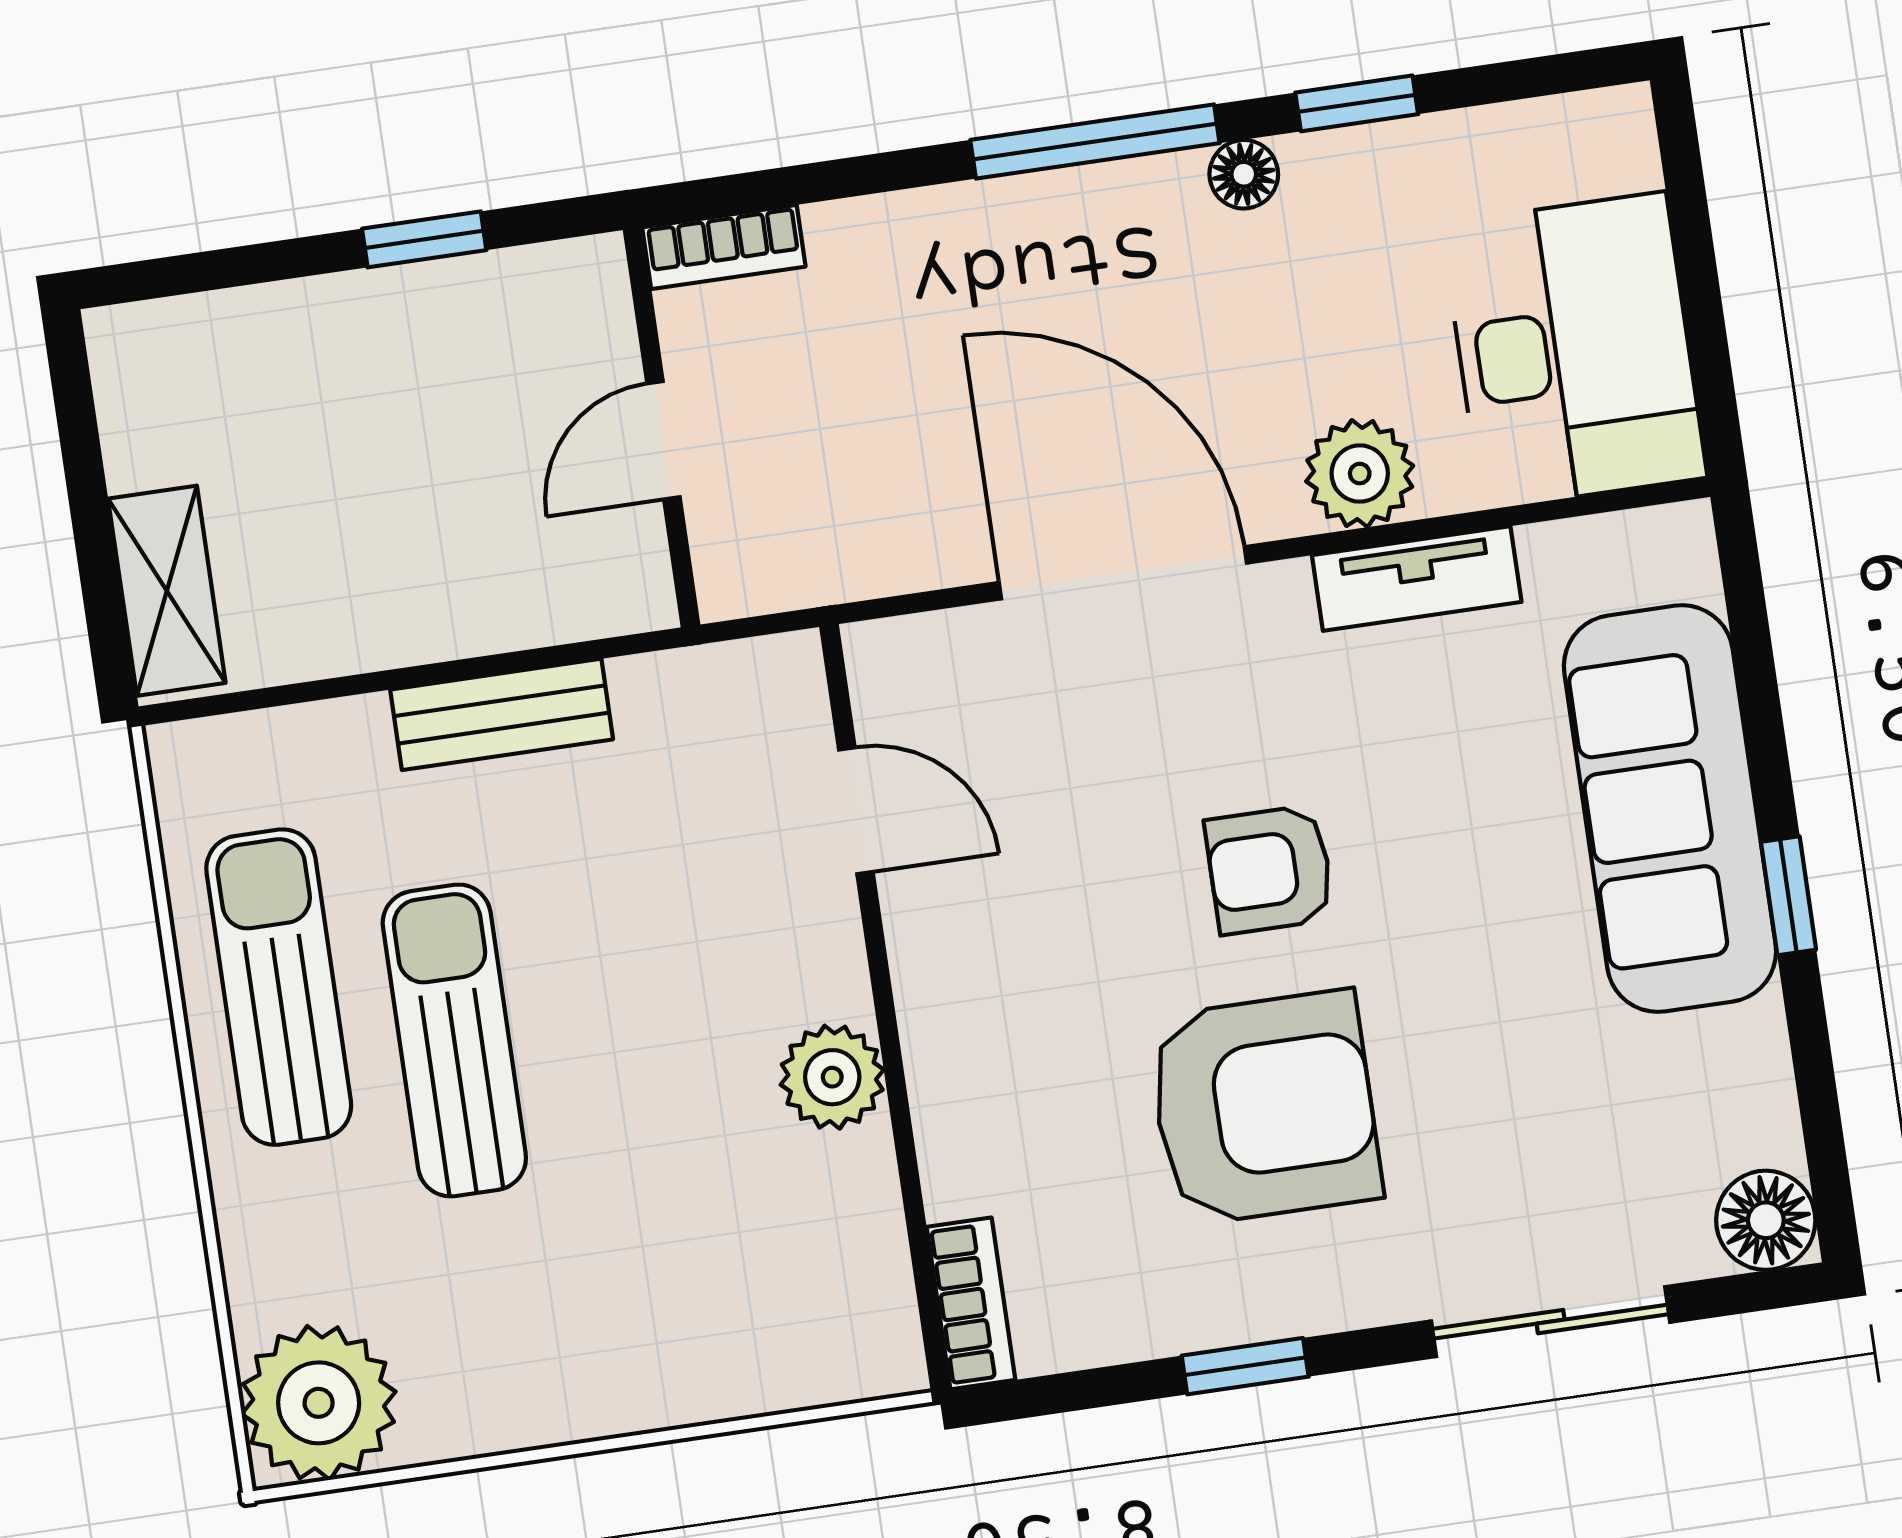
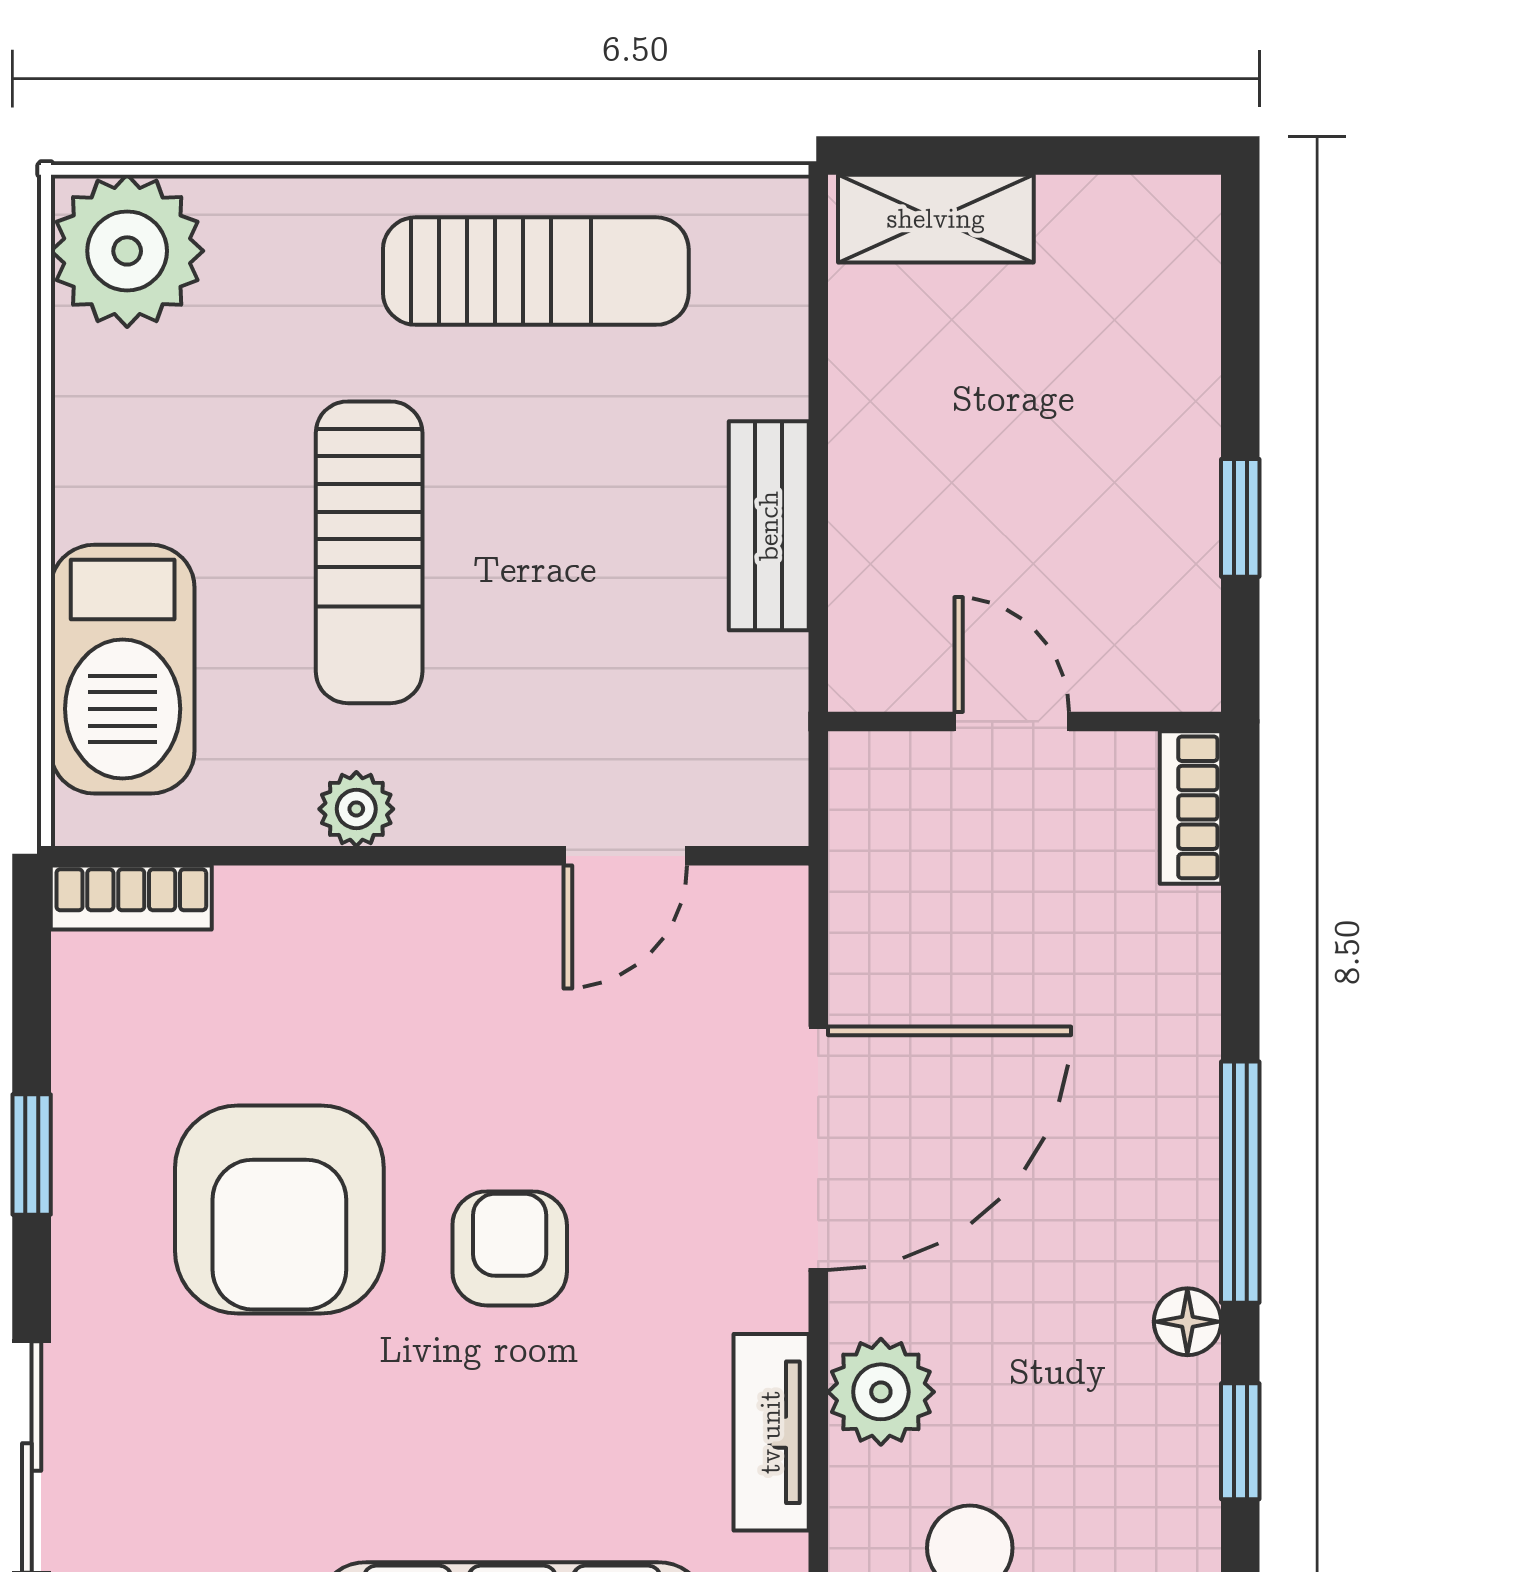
sun lounger: (454, 1040) -> (369, 552), moved, turned 90
plant: (832, 1077) -> (356, 809), width x0.73, depth x0.73
barbecue: (742, 1346) -> (123, 669), added

